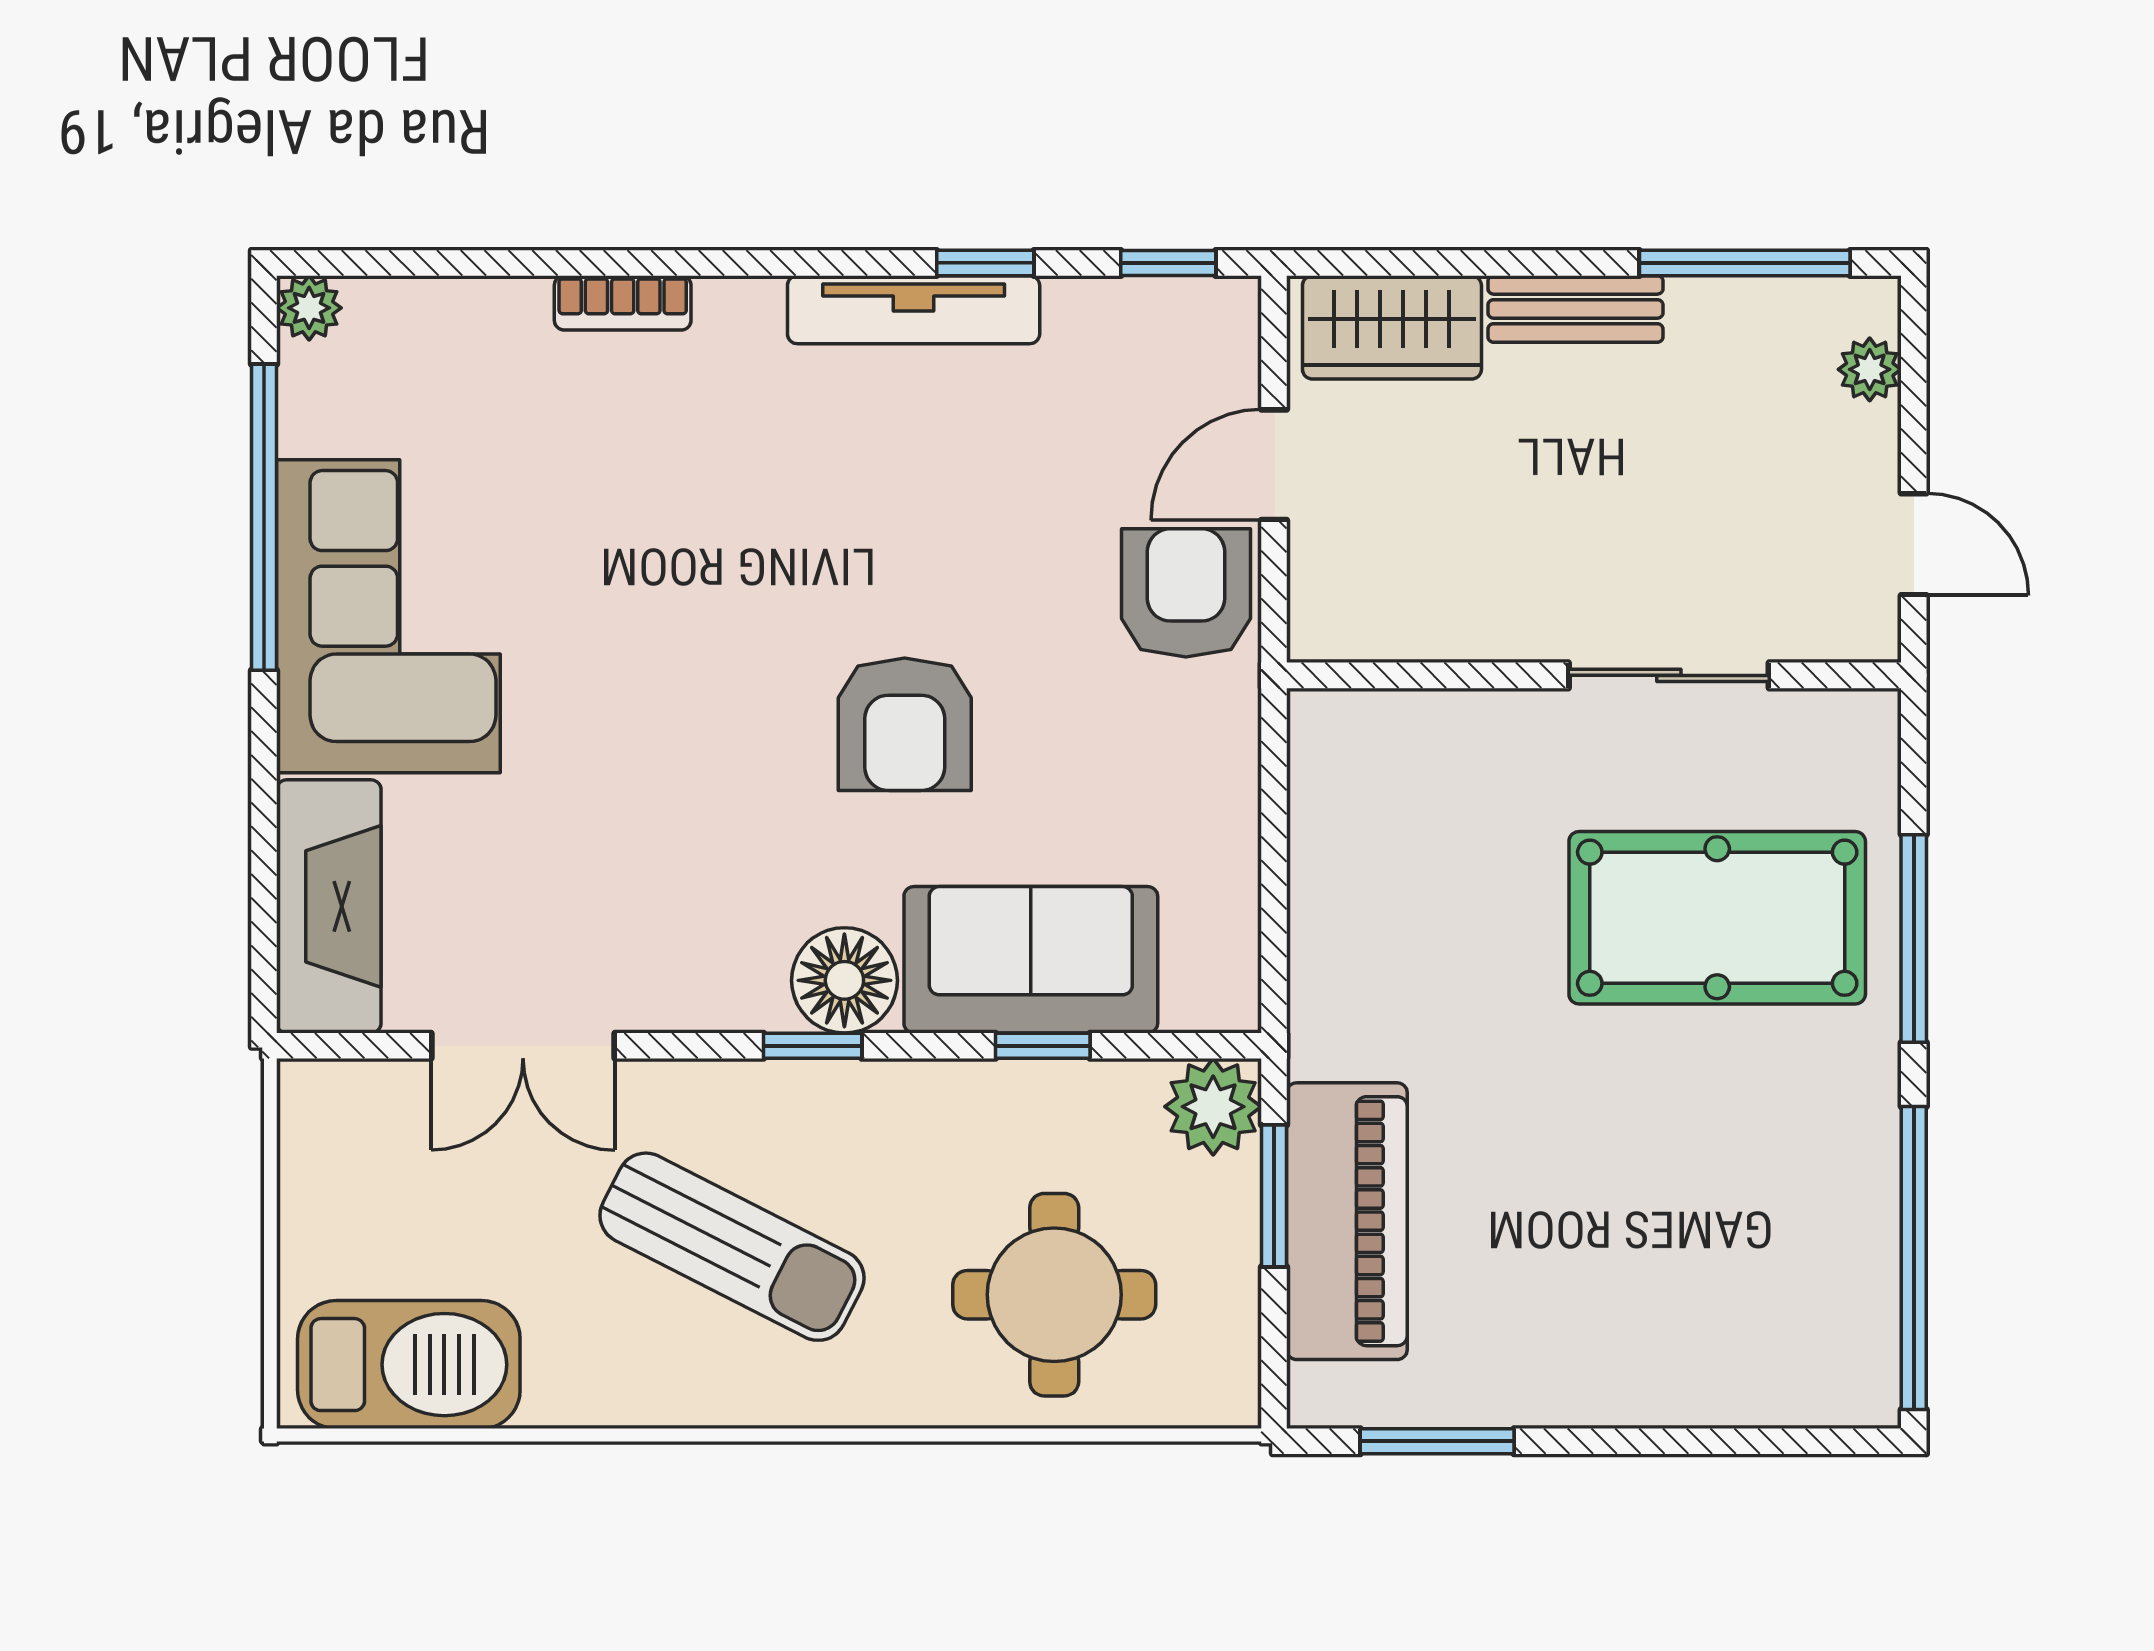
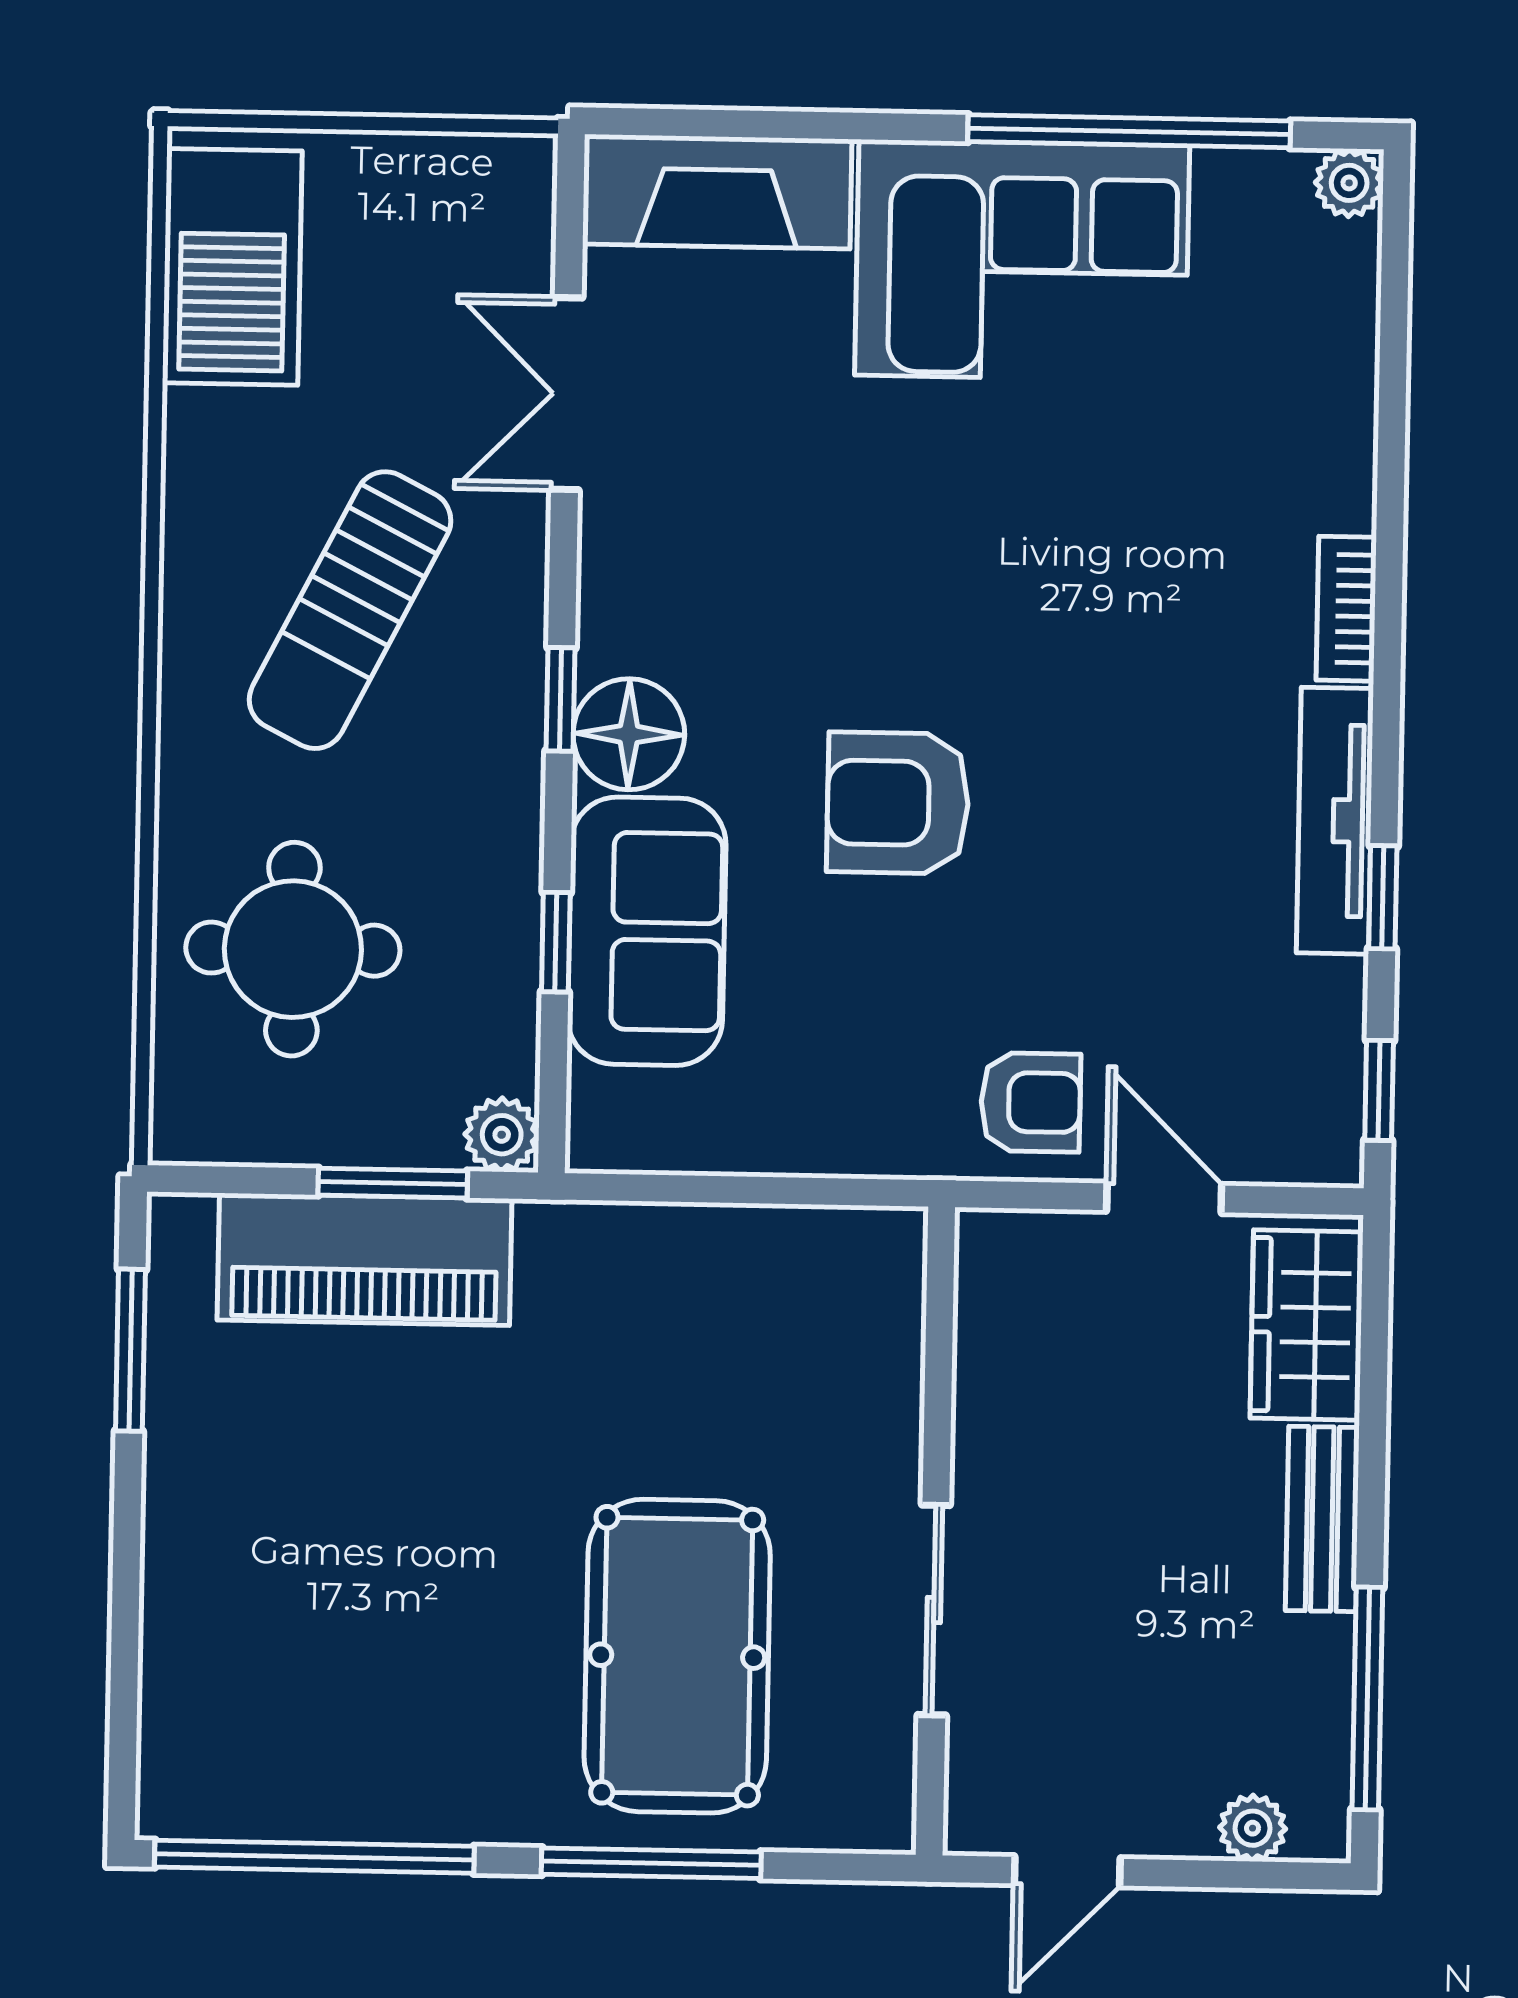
bookcase: (623, 303) -> (1346, 609), moved
armchair: (1186, 593) -> (1031, 1102), width x0.72, depth x0.72
plant: (1213, 1107) -> (502, 1135), width x0.73, depth x0.73

